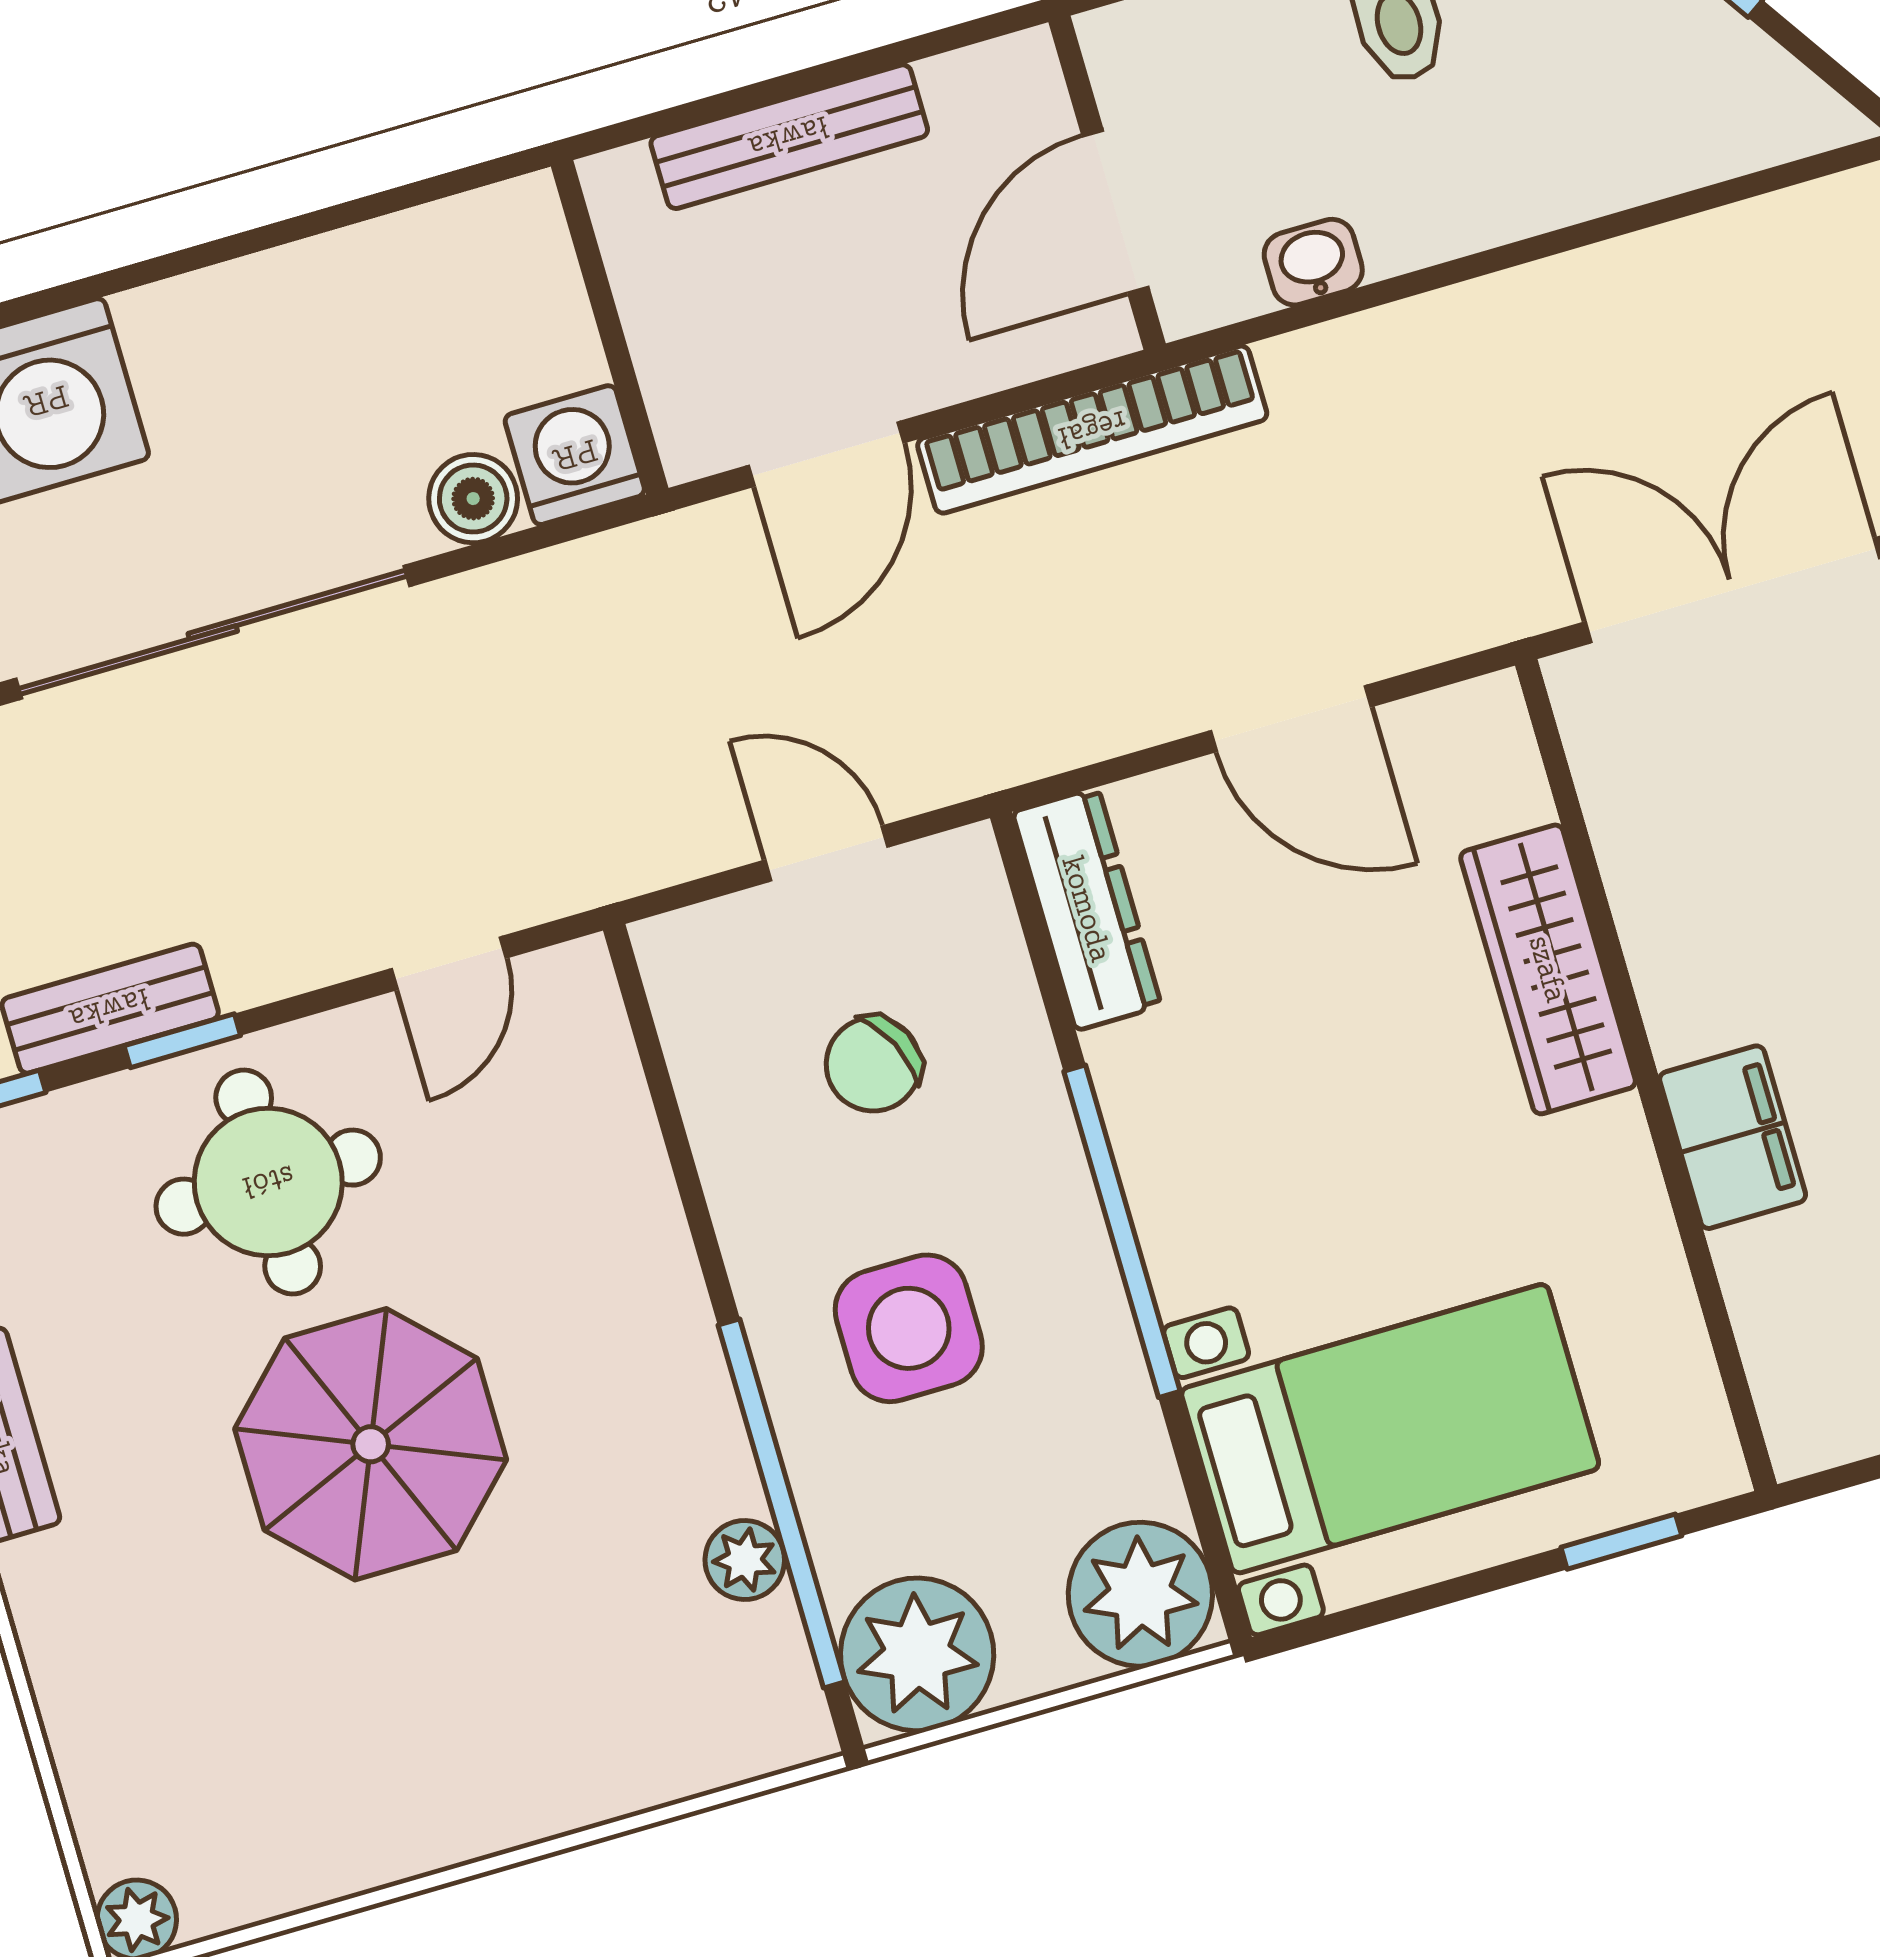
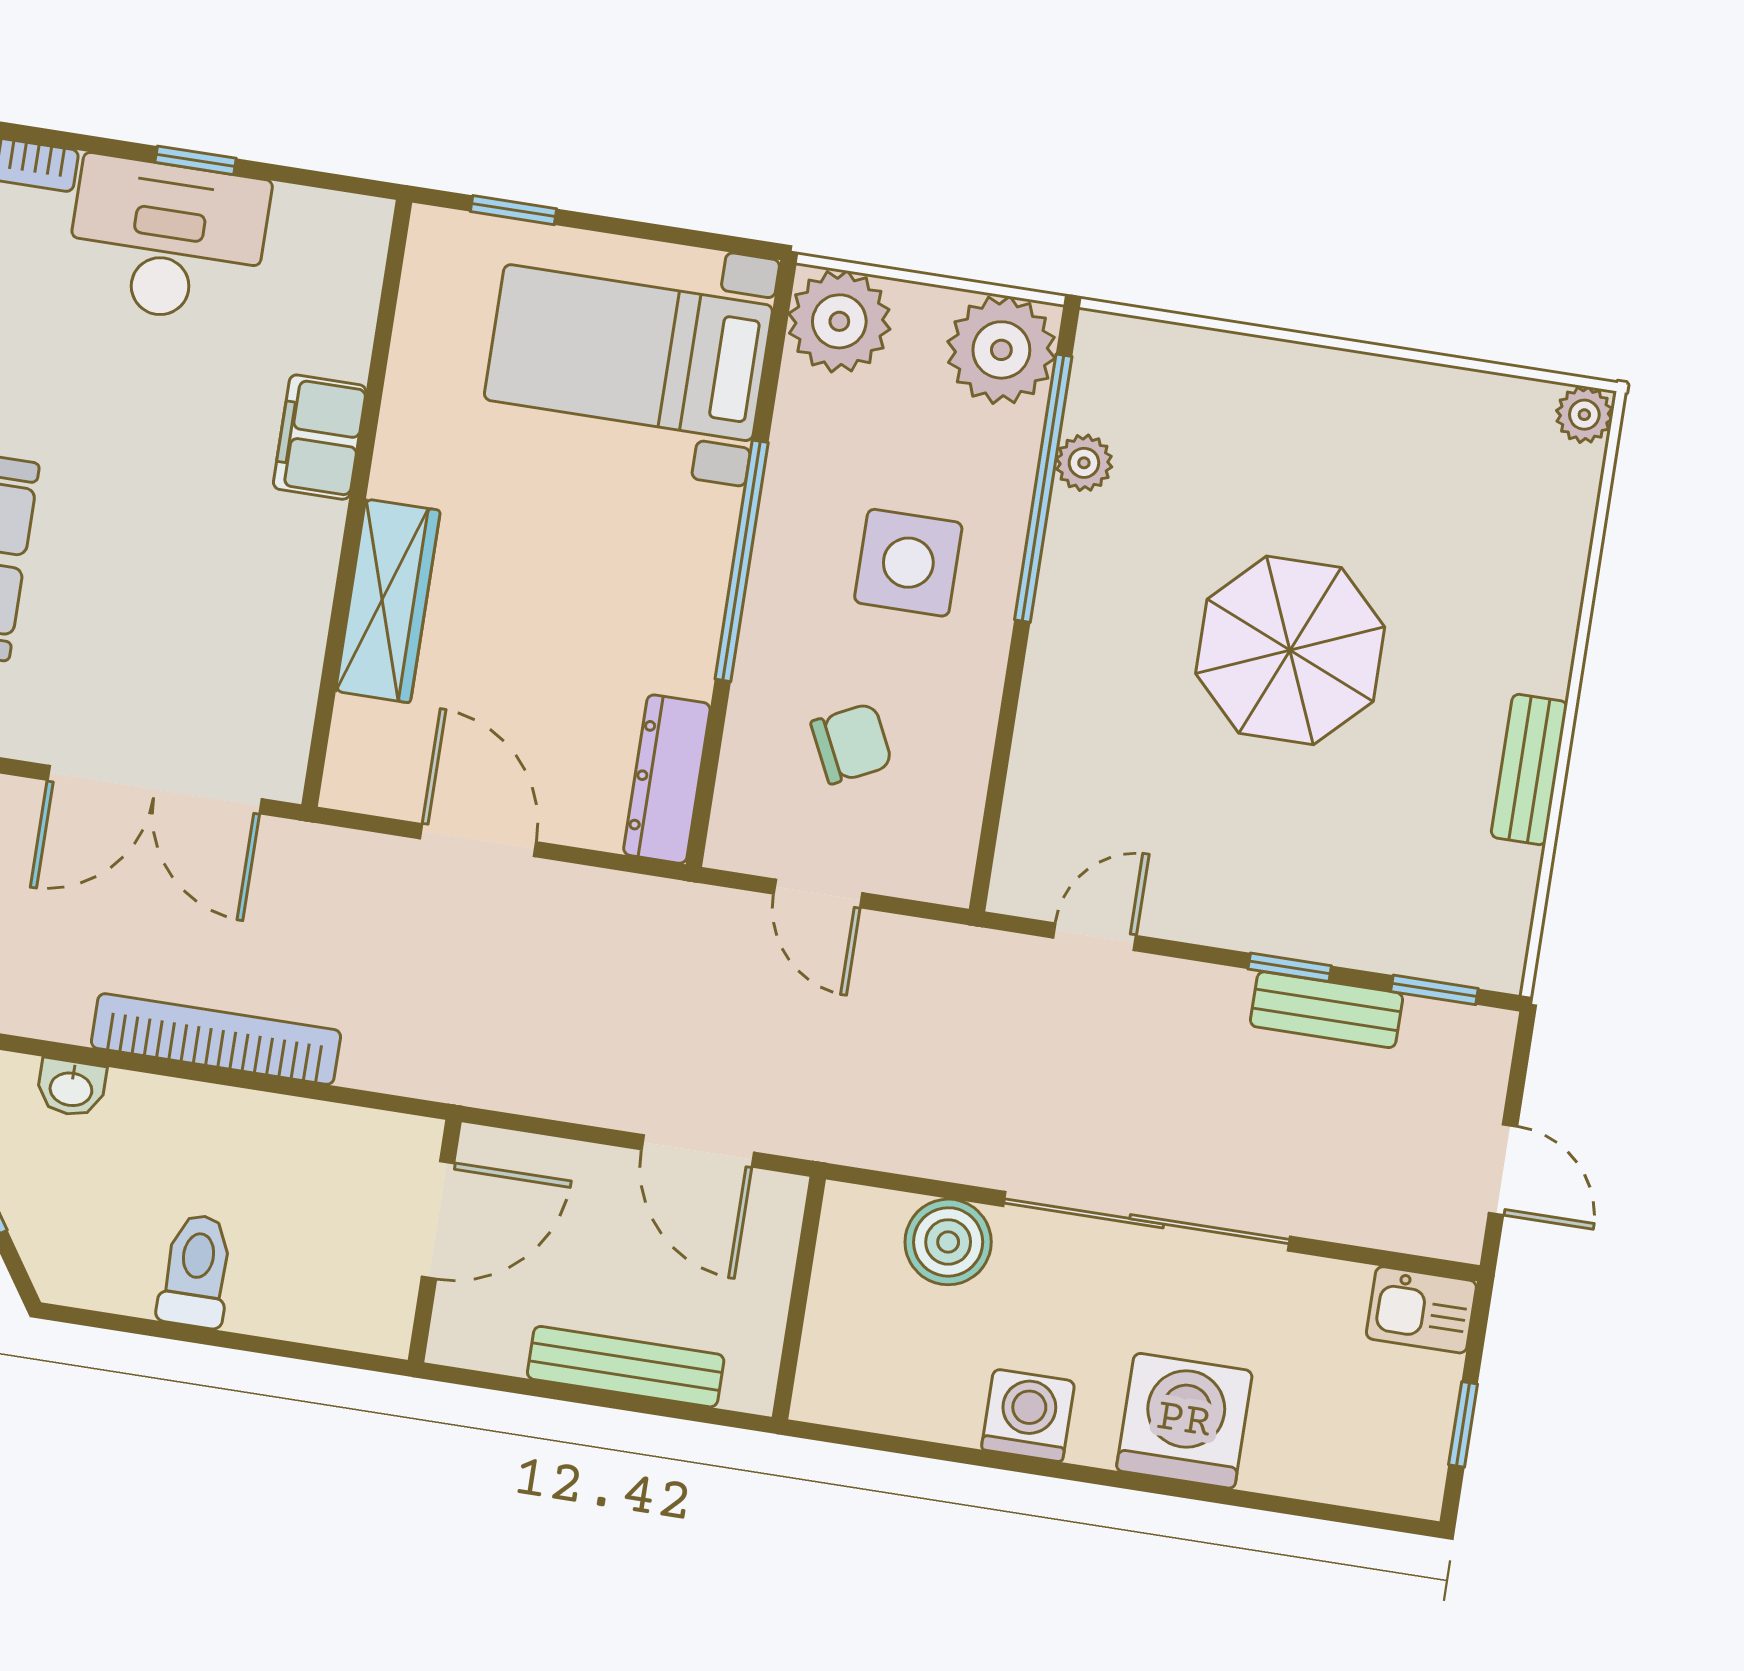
washbasin: (1313, 262) -> (71, 1088), moved
bookcase: (1092, 430) -> (216, 1039), moved
door: (826, 454) -> (698, 1151), swing flipped
washing machine: (575, 455) -> (1028, 1415), moved, turned 180
boiler: (473, 499) -> (948, 1242), width x1.36, depth x1.36
round table: (268, 1182) -> (1277, 850), removed

